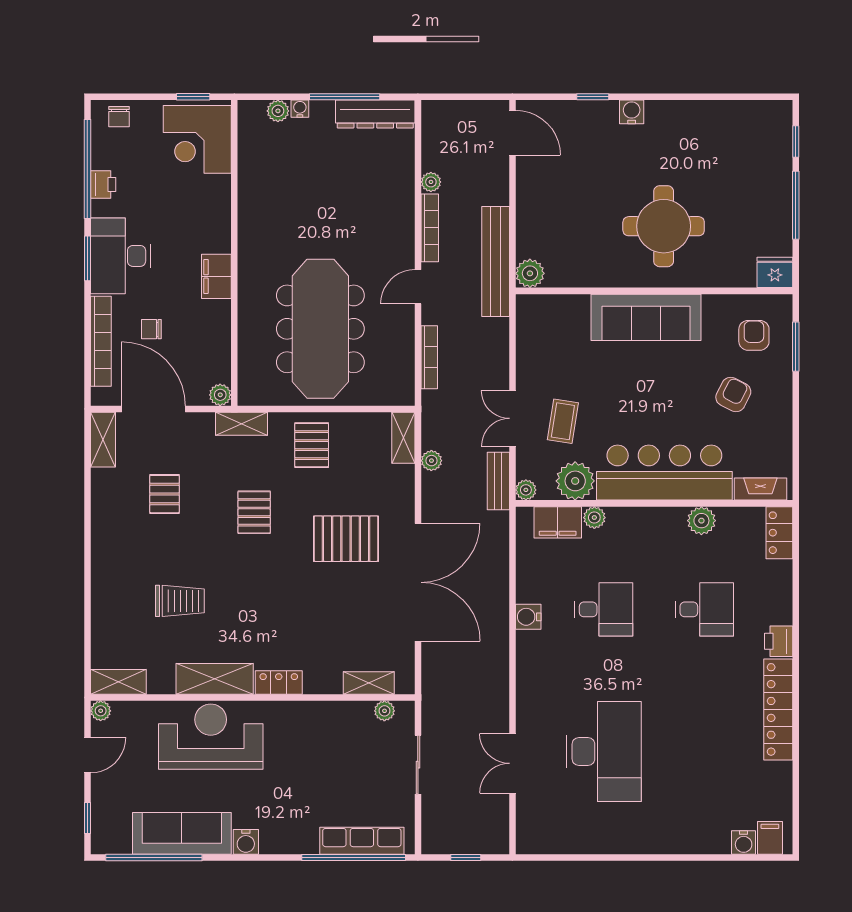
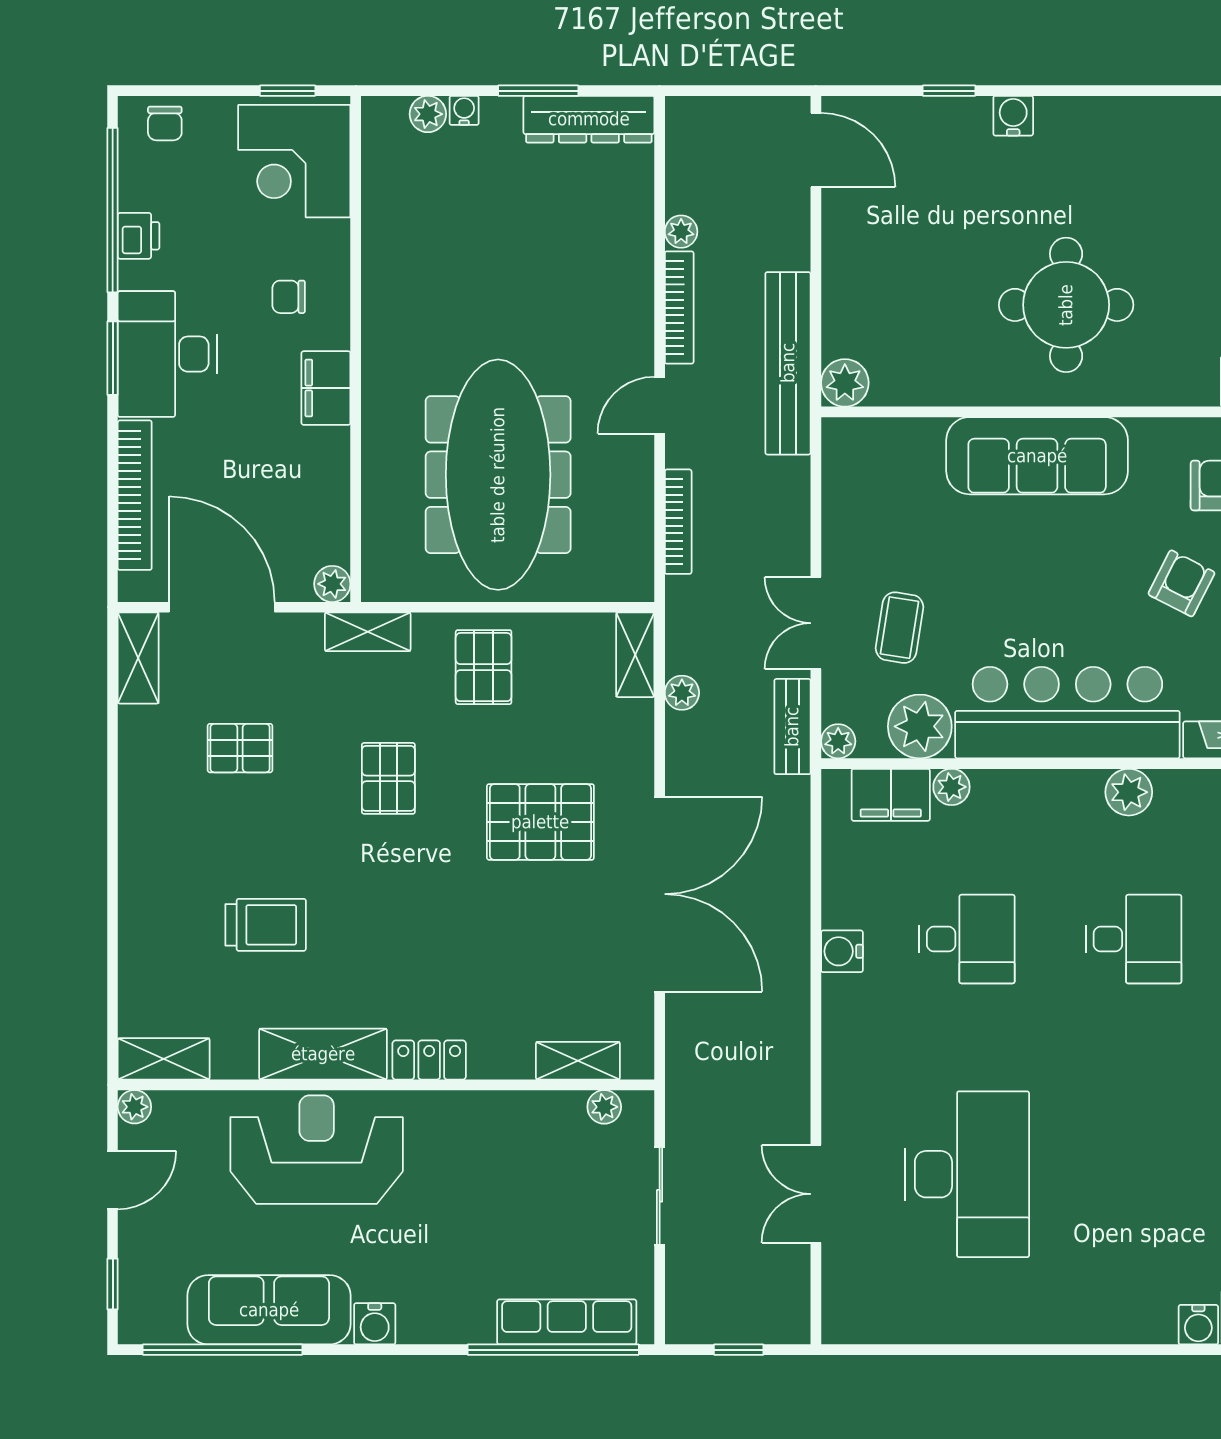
window: (345, 97) -> (538, 91), width x0.69
chair: (151, 329) -> (289, 297), moved
pallet: (164, 494) -> (240, 748), turned 90

